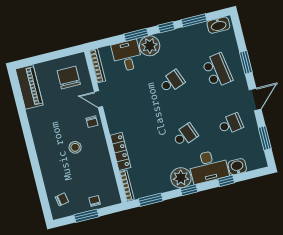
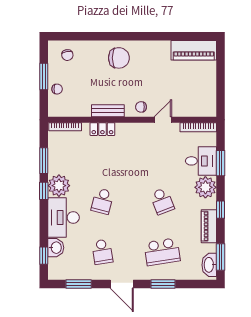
window: (194, 20) -> (221, 257), moved
piano: (184, 34) -> (209, 226), added
window: (136, 35) -> (221, 163), moved
chair: (69, 78) -> (119, 58), moved
school desk: (185, 135) -> (102, 201), turned 36
stool: (75, 147) -> (118, 83), removed
bench: (103, 151) -> (108, 111), added
locker: (120, 151) -> (102, 129), width x0.66
window: (226, 181) -> (44, 256), moved
window: (151, 200) -> (44, 161), moved

